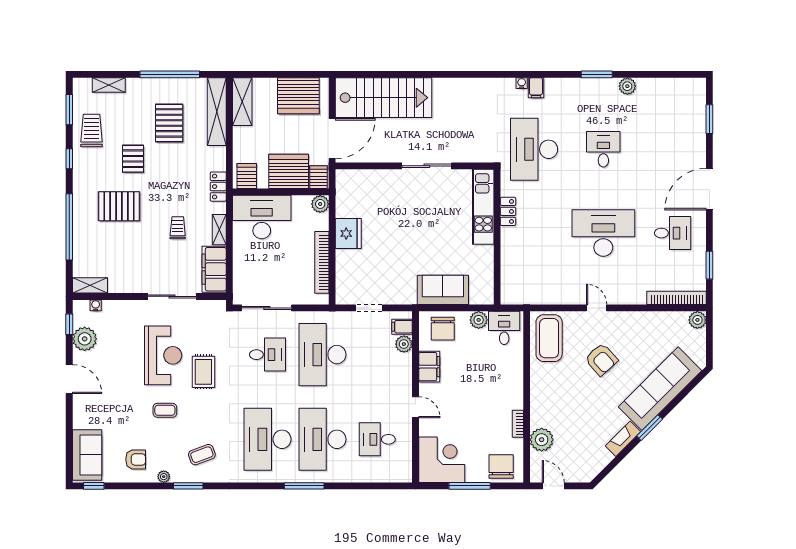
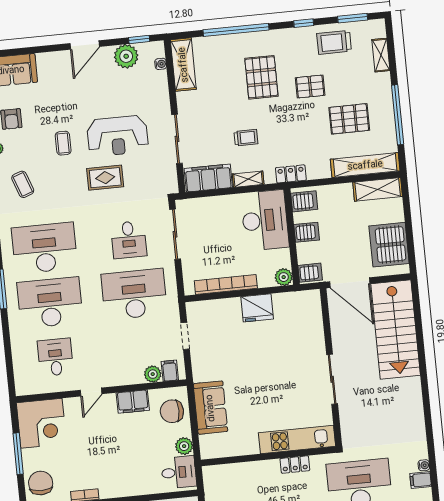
trolley: (91, 130) -> (334, 42), turned 180
server rack: (289, 171) -> (307, 232), width x0.46, depth x0.70
shelving: (90, 285) -> (183, 65), width x1.50, depth x1.33
chair: (501, 466) -> (41, 483), turned -90

